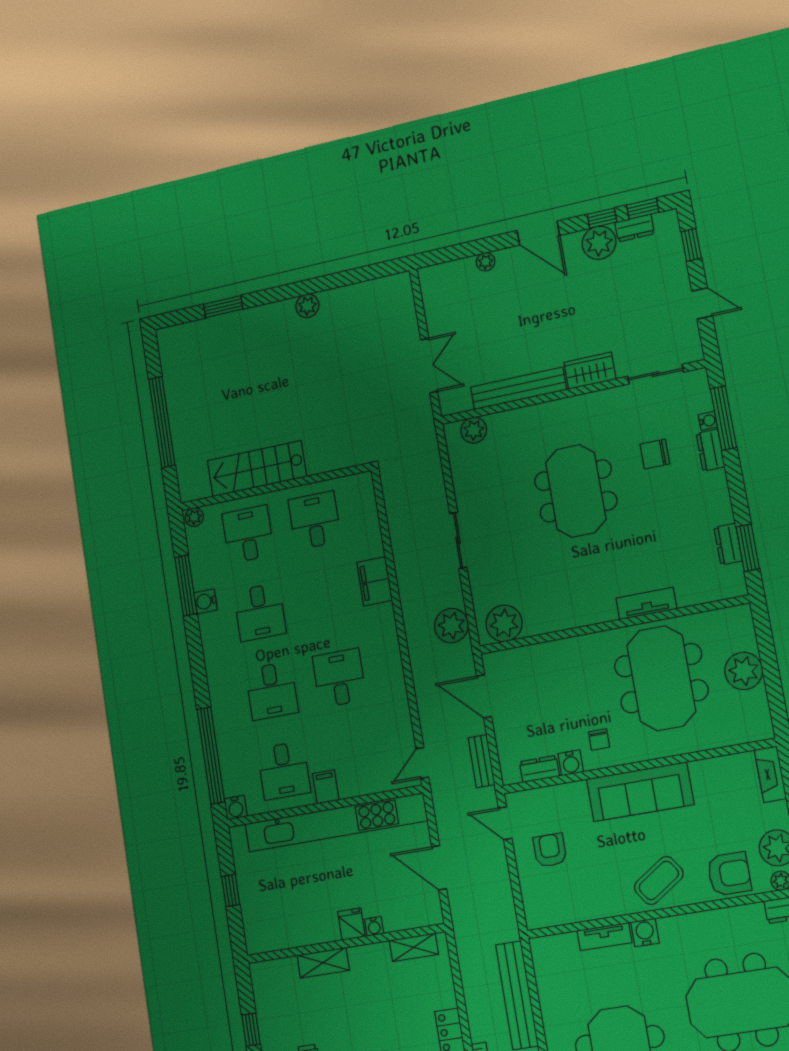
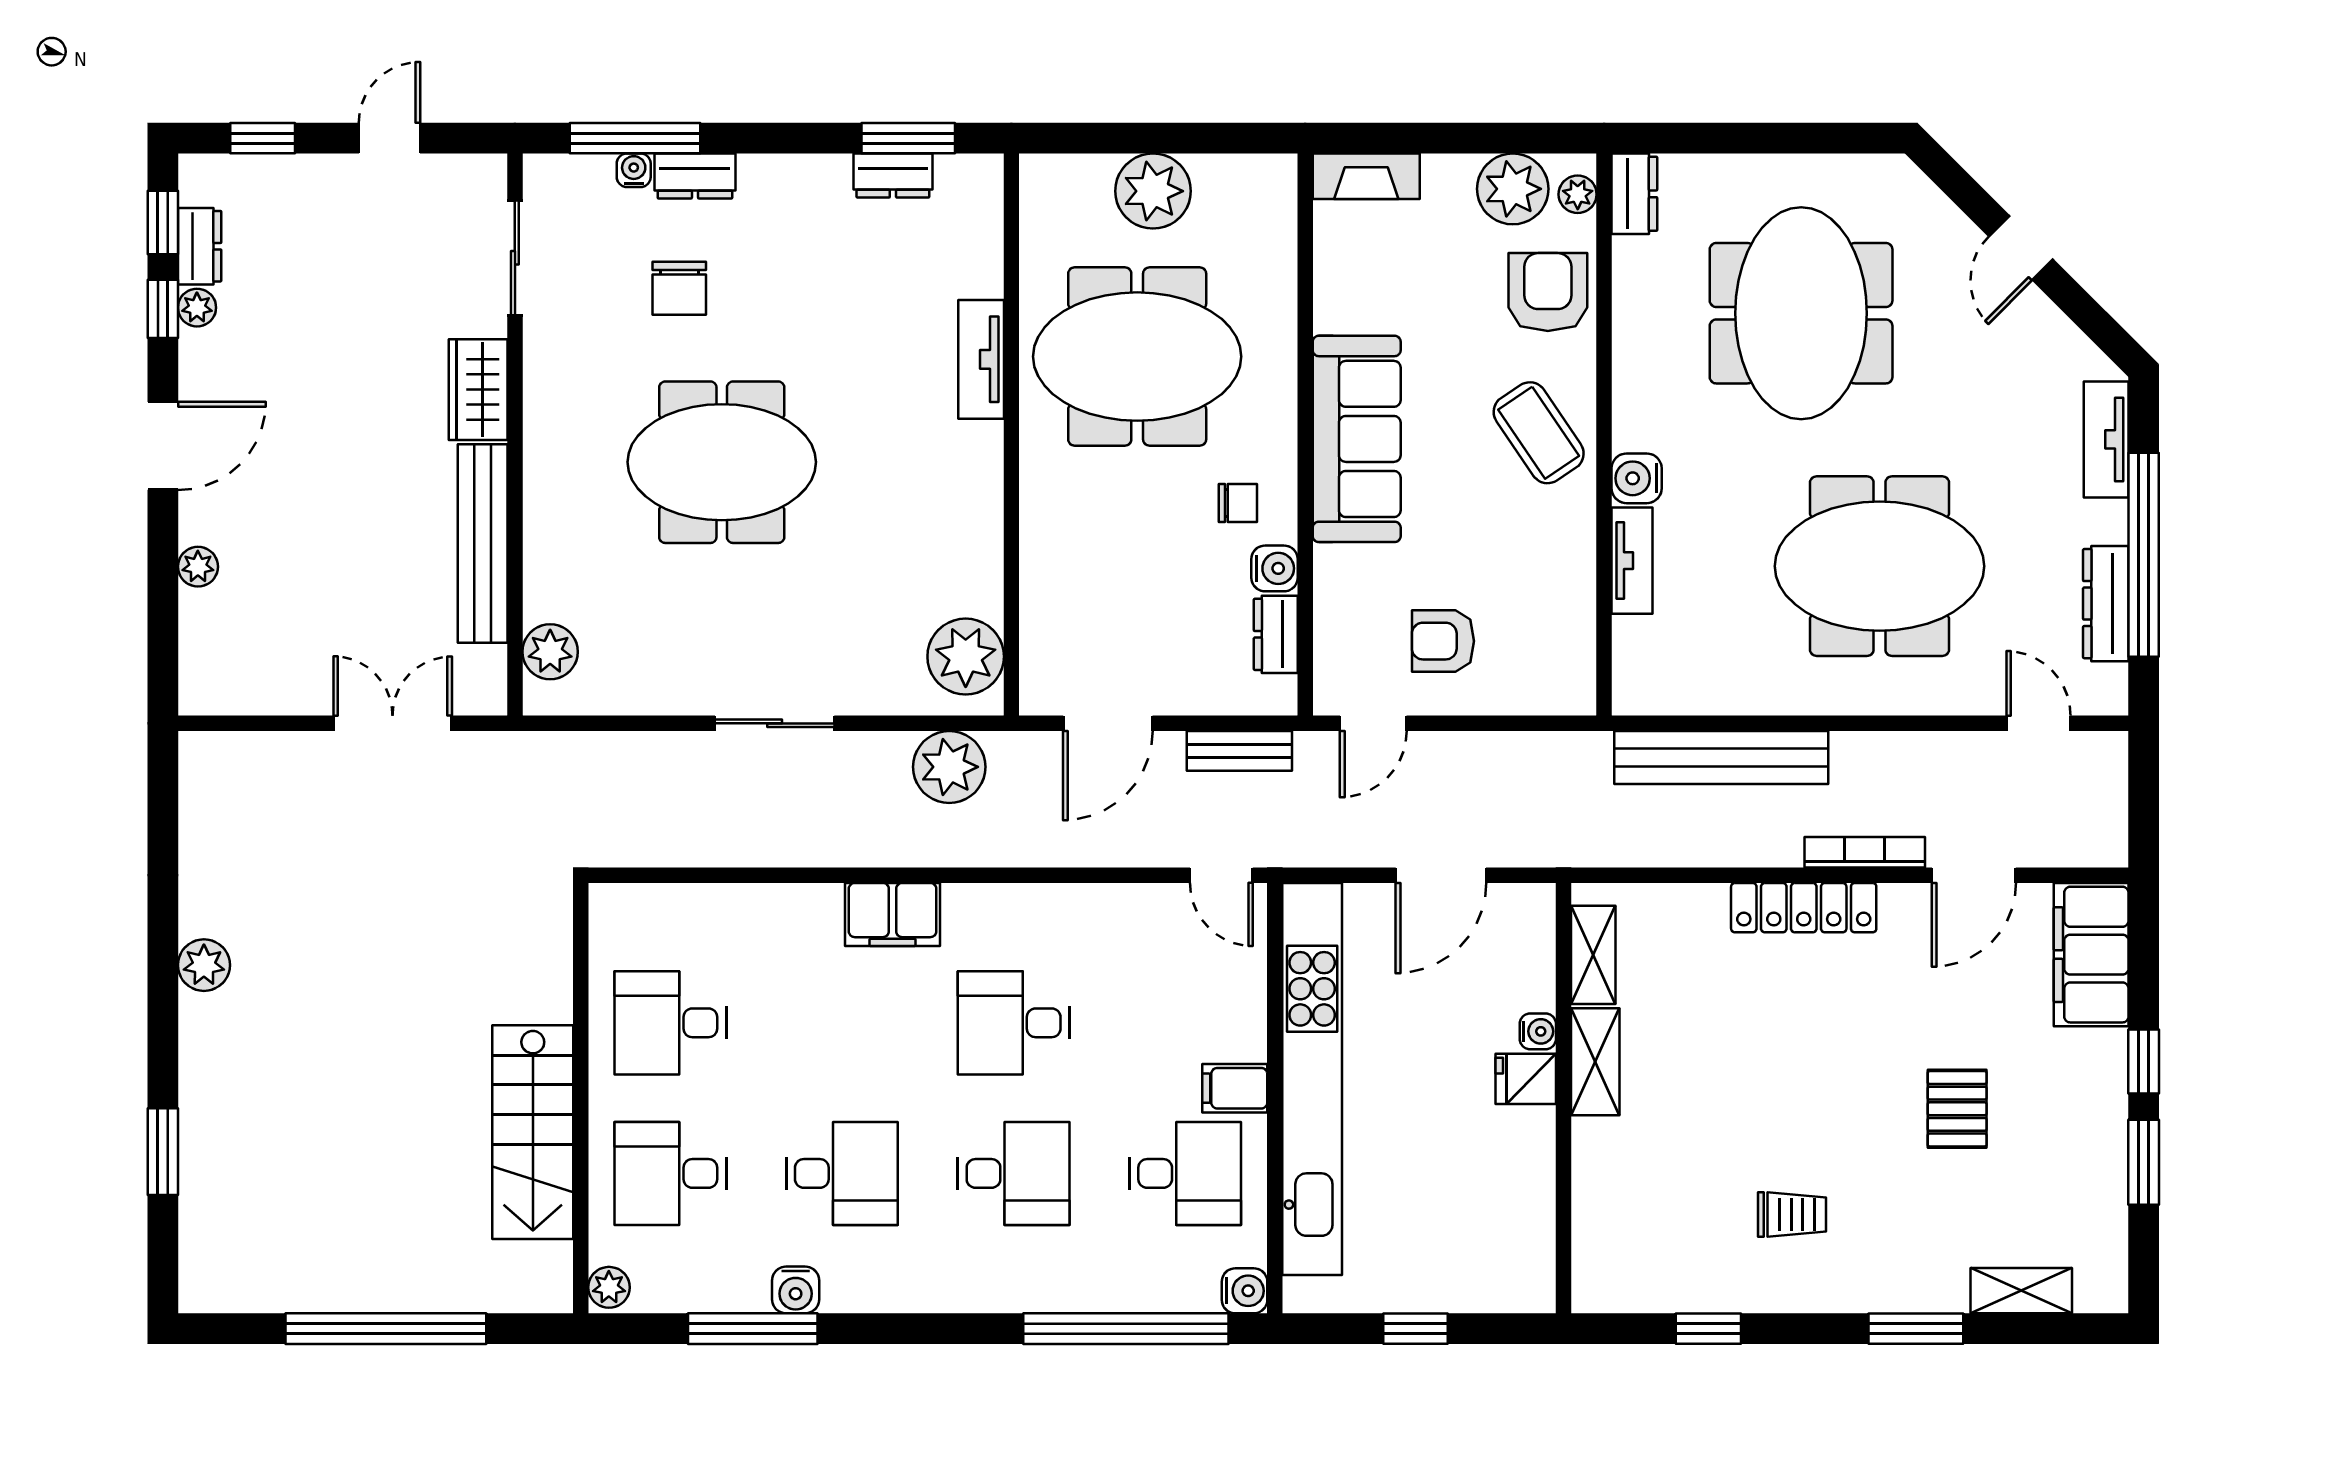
plant: (599, 243) -> (197, 308), width x0.53, depth x0.53
filing cabinet: (375, 581) -> (893, 914), moved
shelving: (323, 963) -> (1595, 1062), moved

